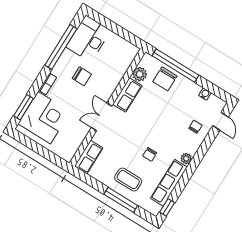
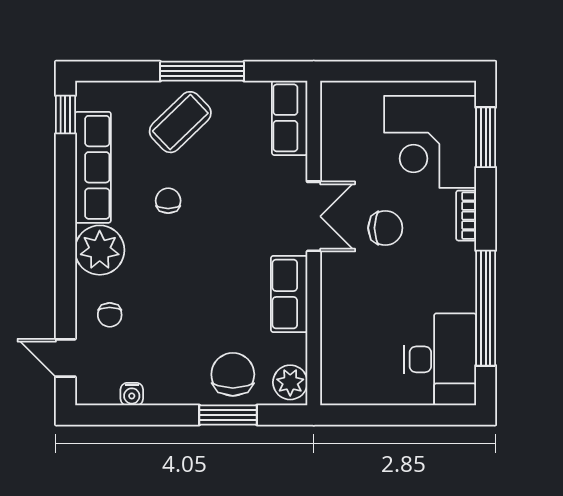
window: (175, 66) -> (228, 415), width x0.47
plant: (140, 74) -> (290, 382), moved
chair: (82, 76) -> (385, 228), moved, turned 180
plant: (186, 159) -> (100, 250), width x1.87, depth x1.87
coffee table: (128, 180) -> (180, 122), turned -44
window: (121, 200) -> (202, 71), moved

